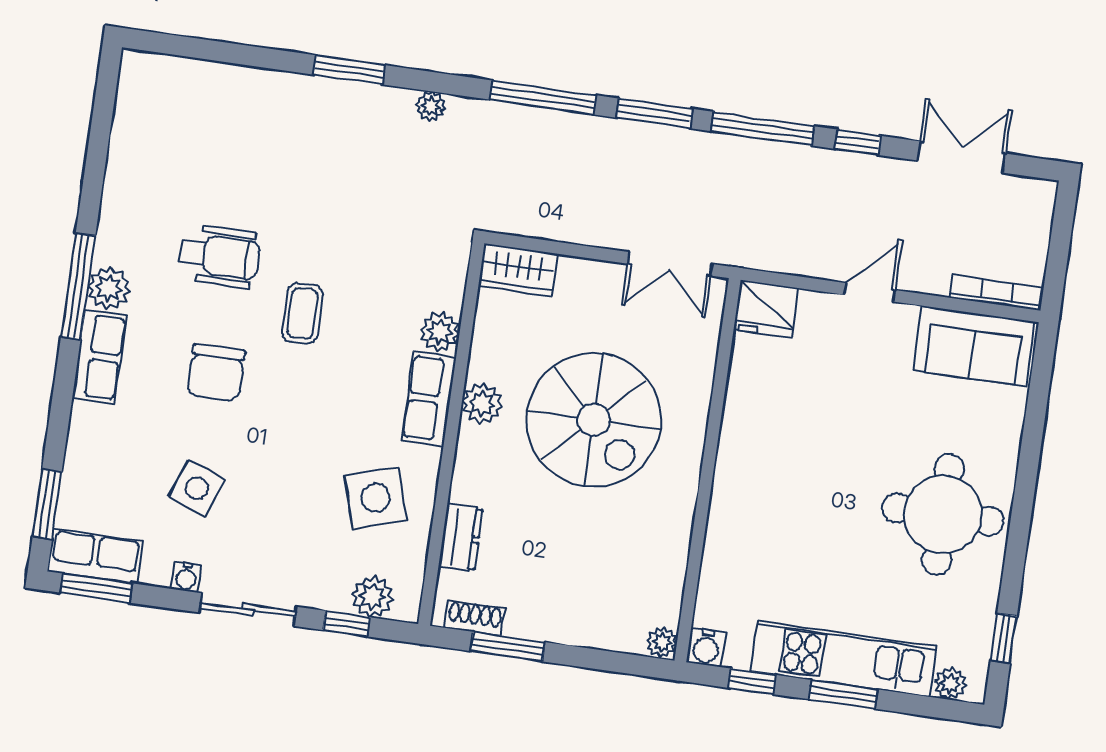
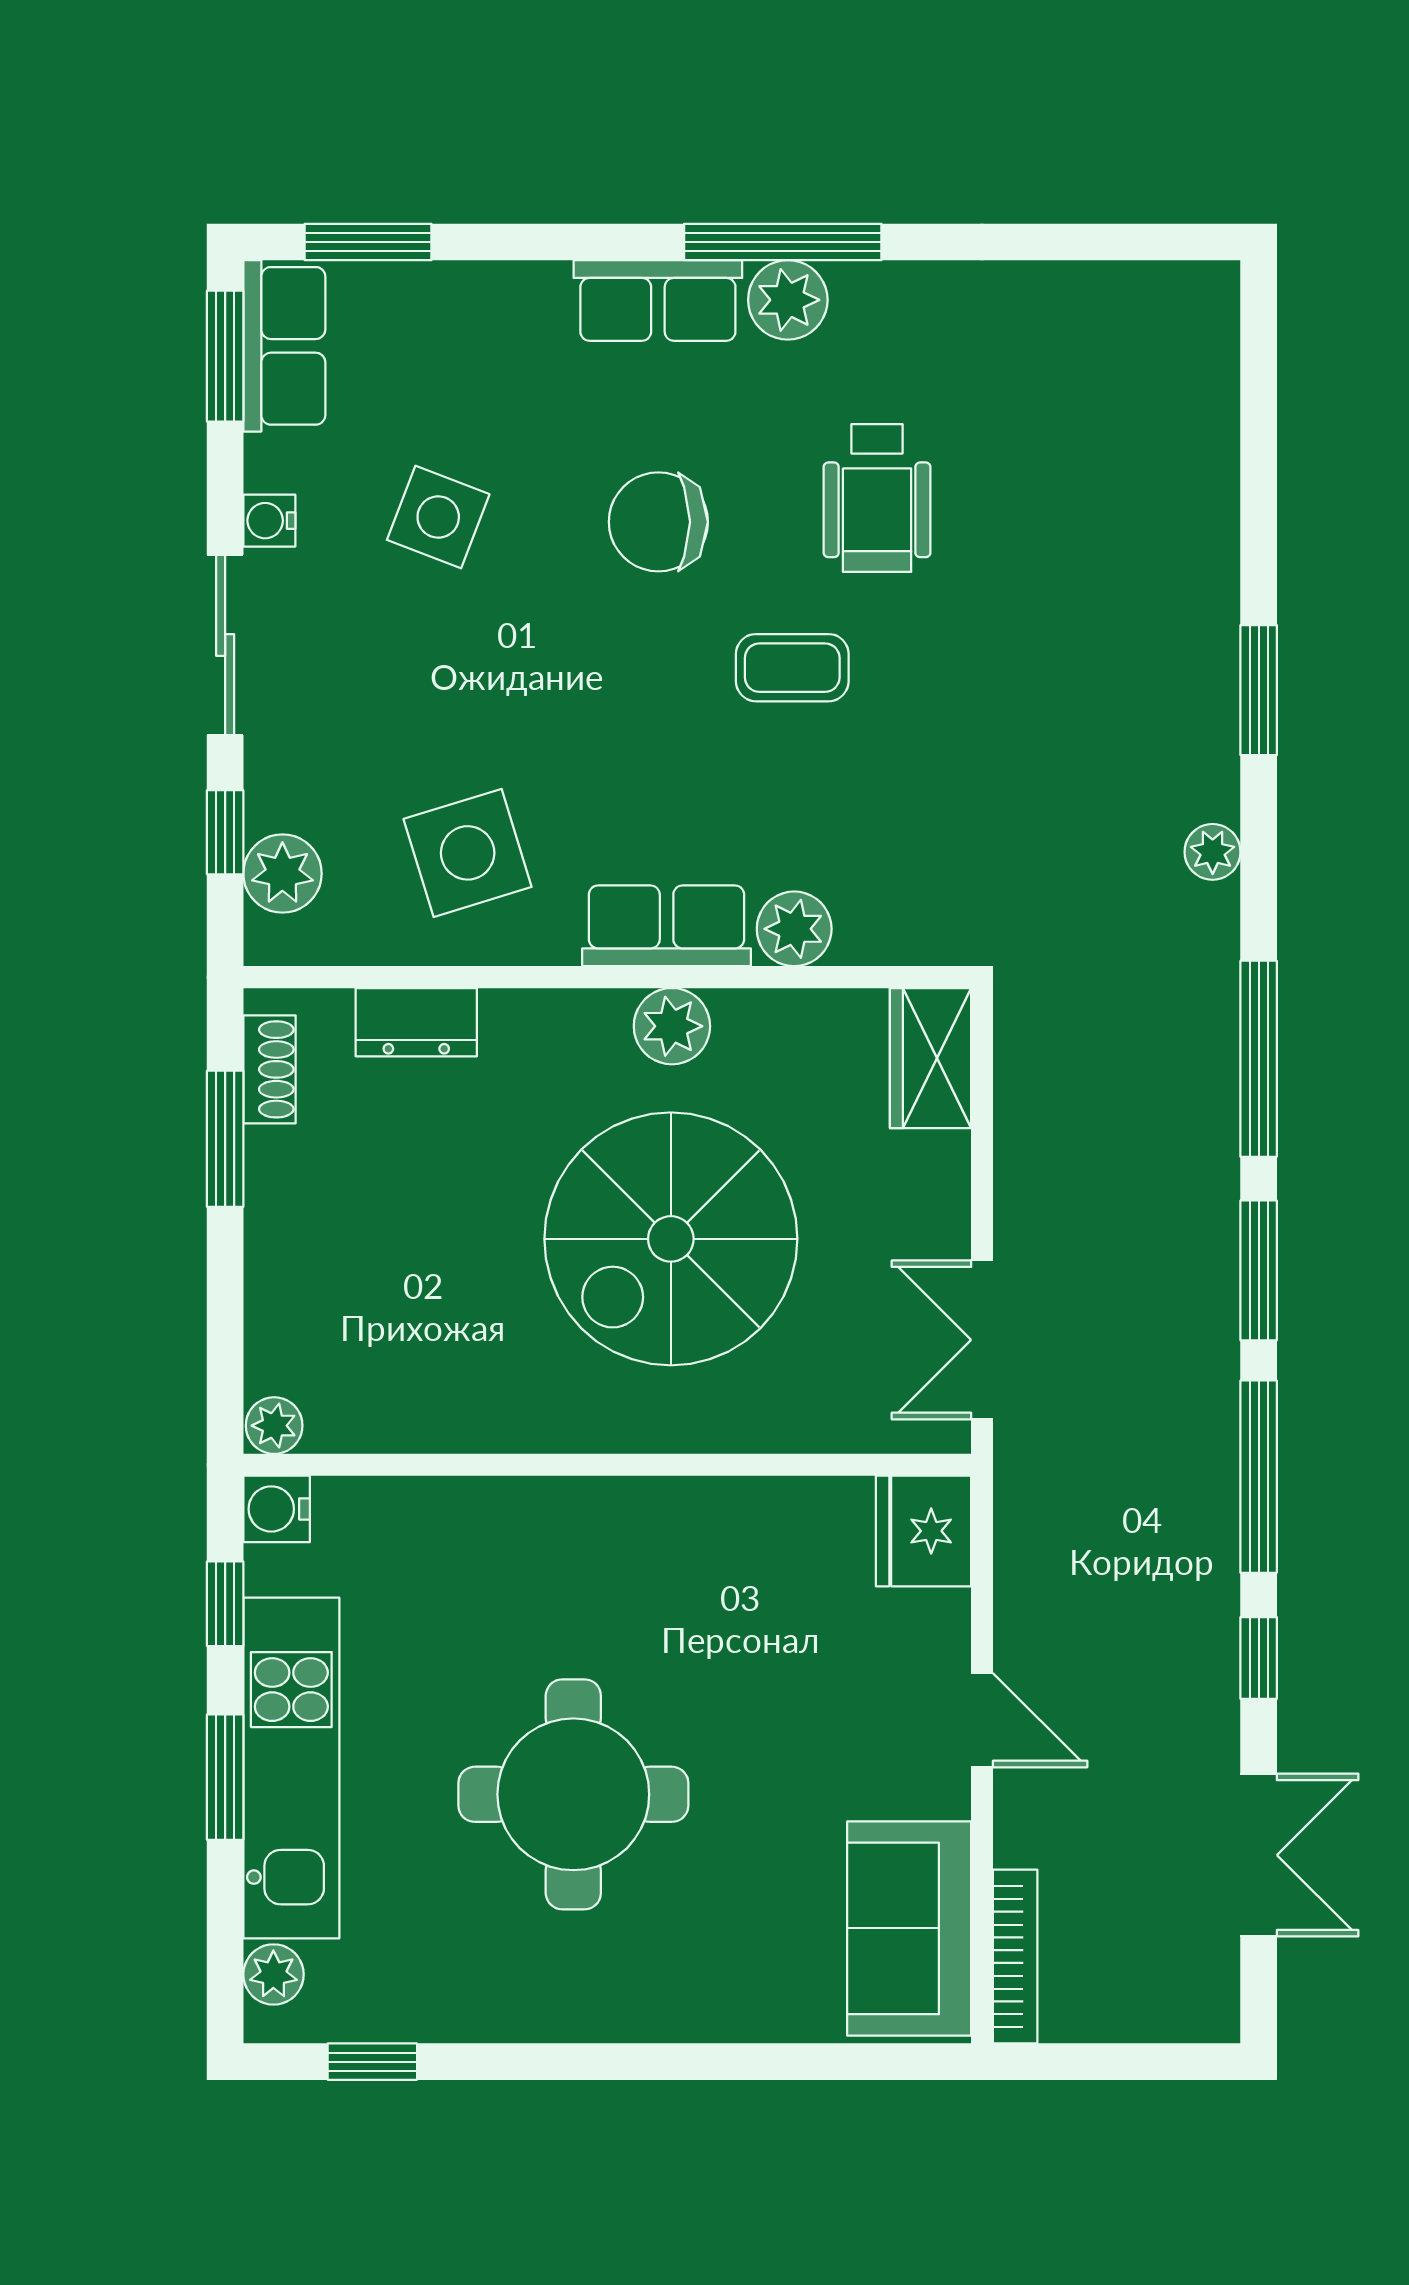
round table: (943, 514) -> (573, 1794), moved

